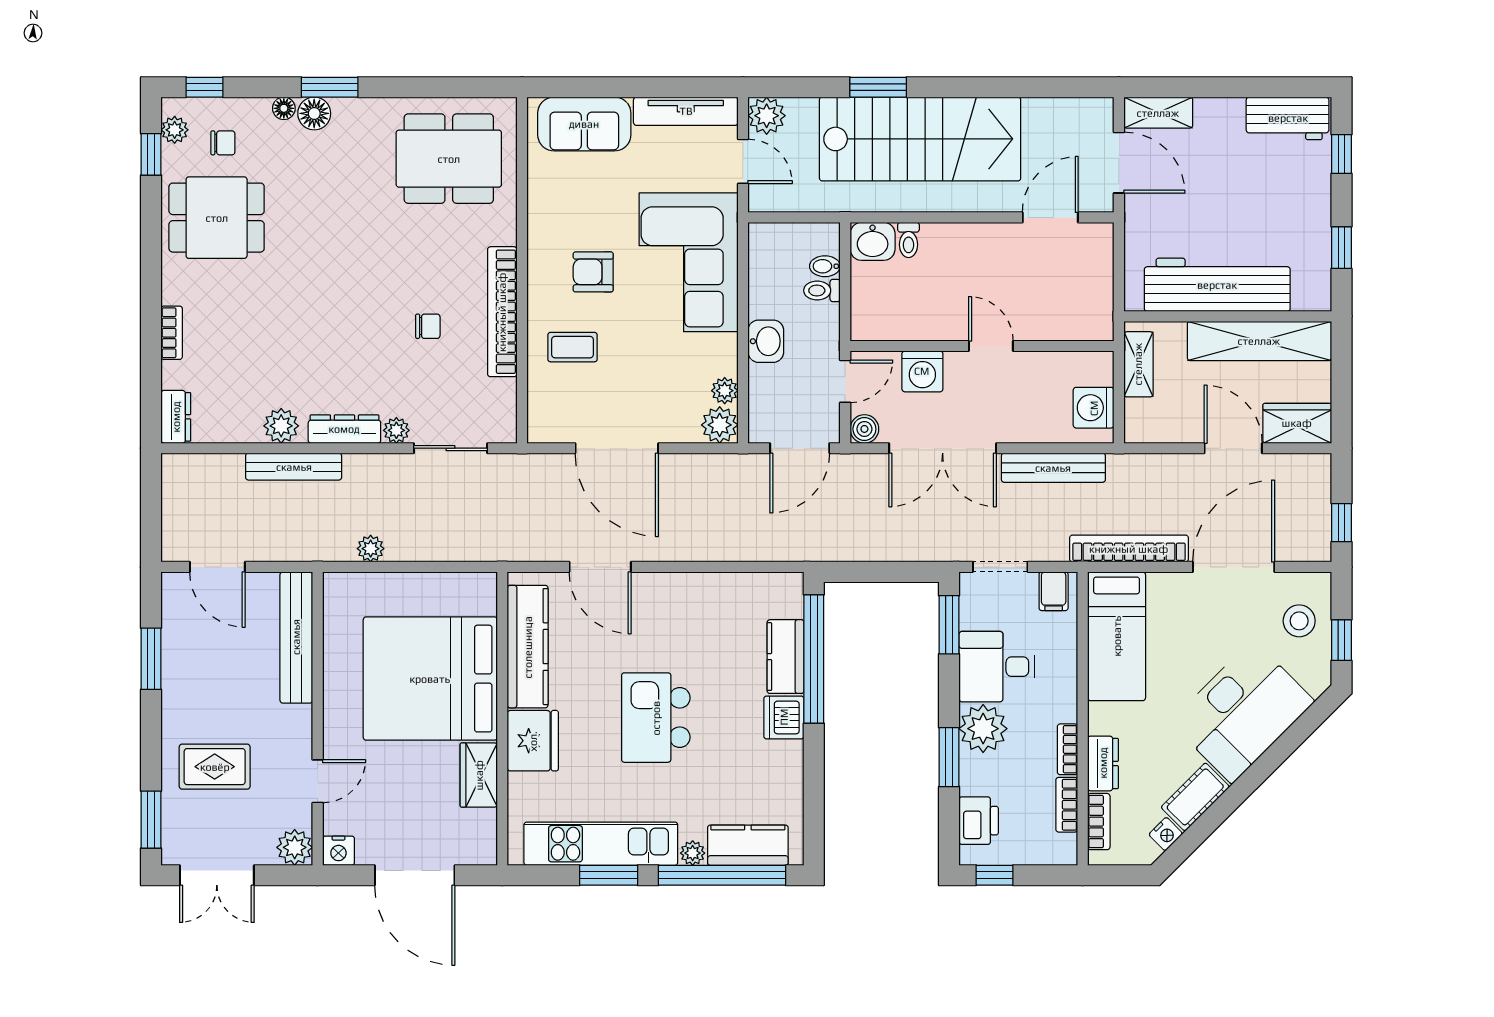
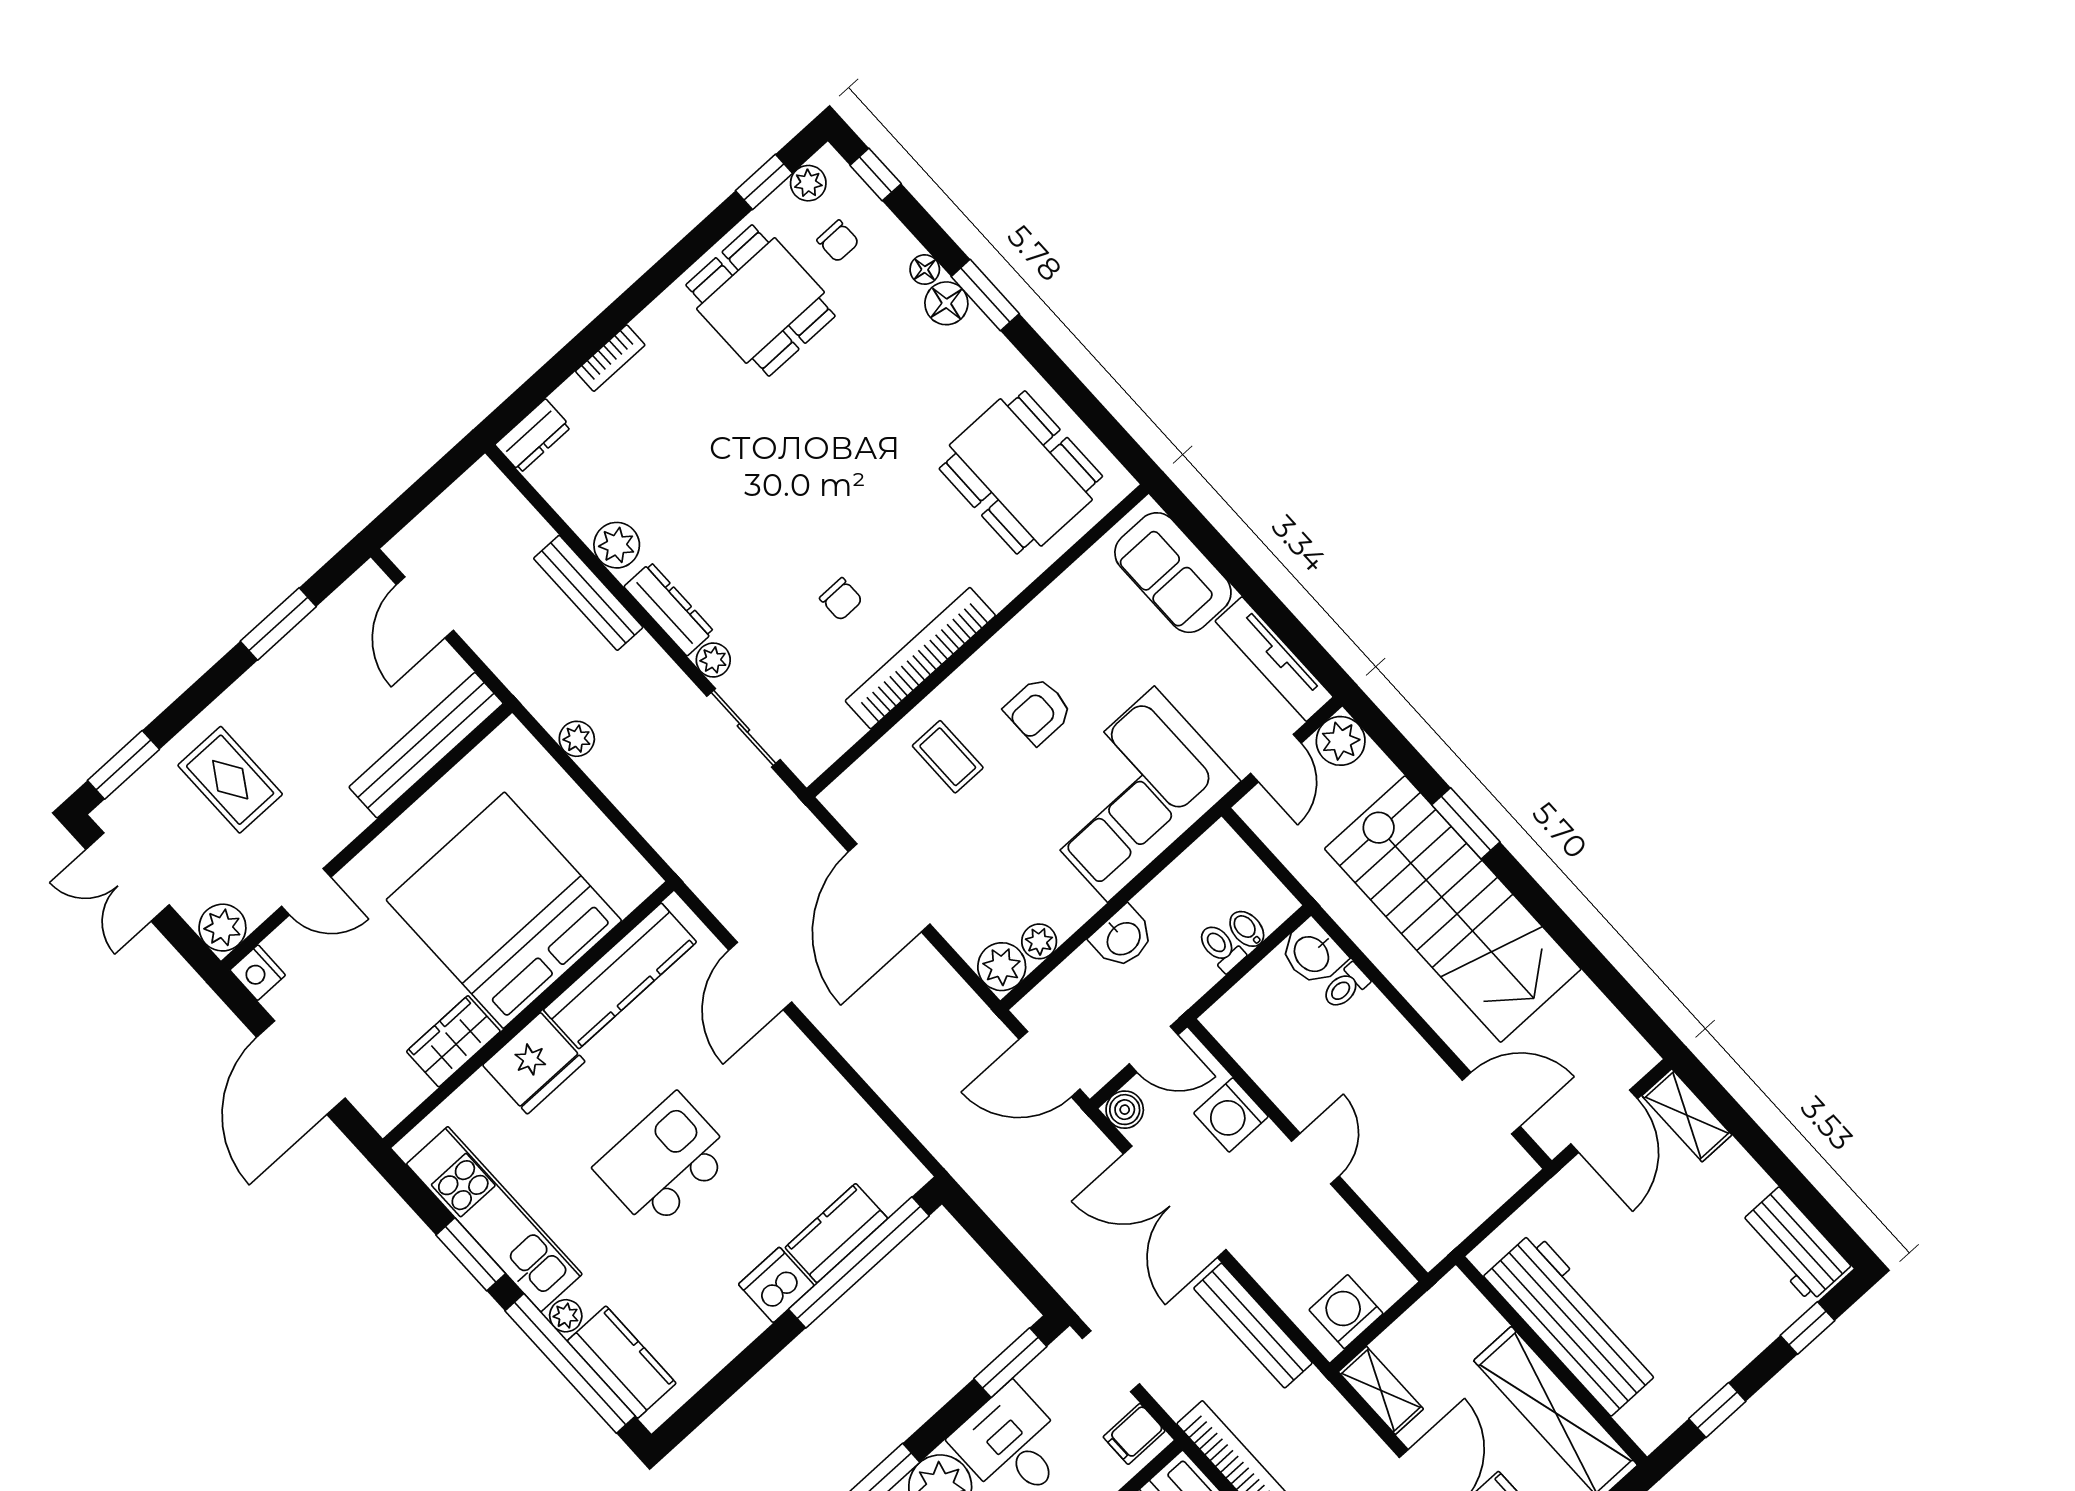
armchair: (593, 272) -> (1038, 711), turned -90
shelving: (1138, 364) -> (1381, 1390), moved, turned 90

